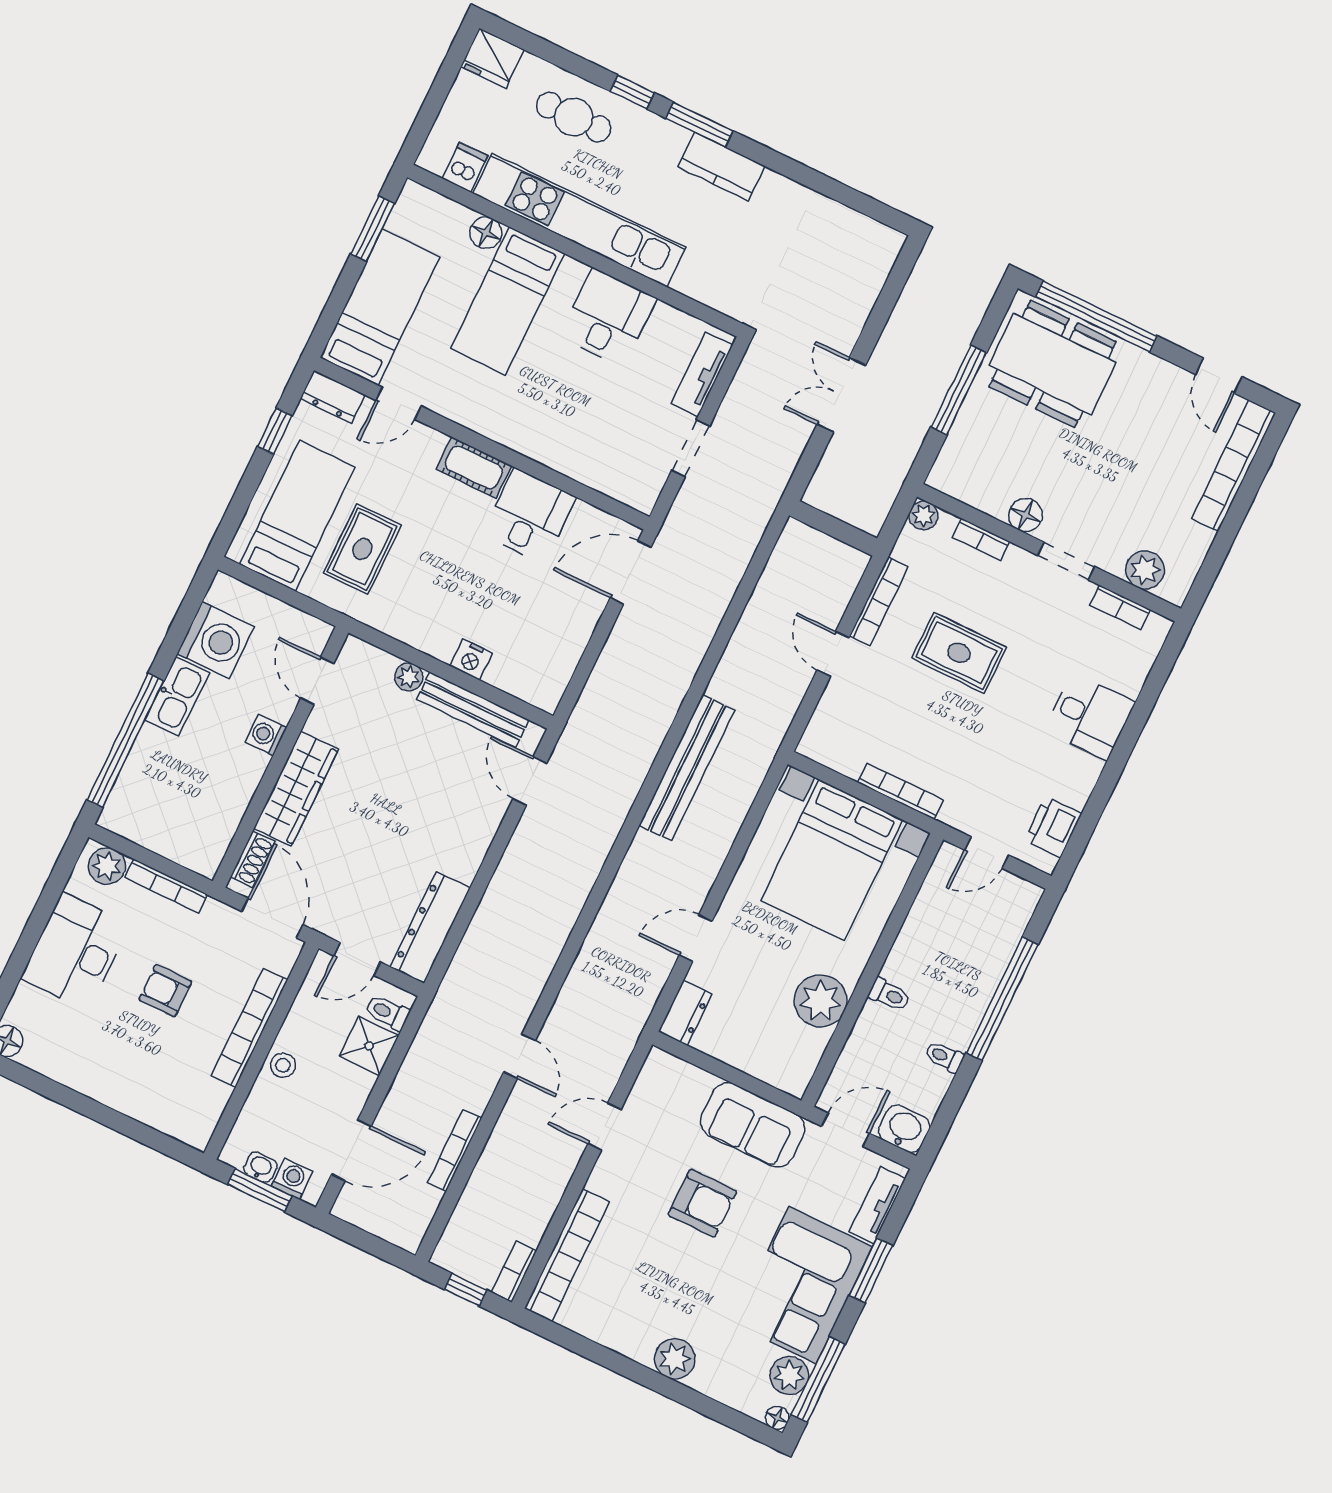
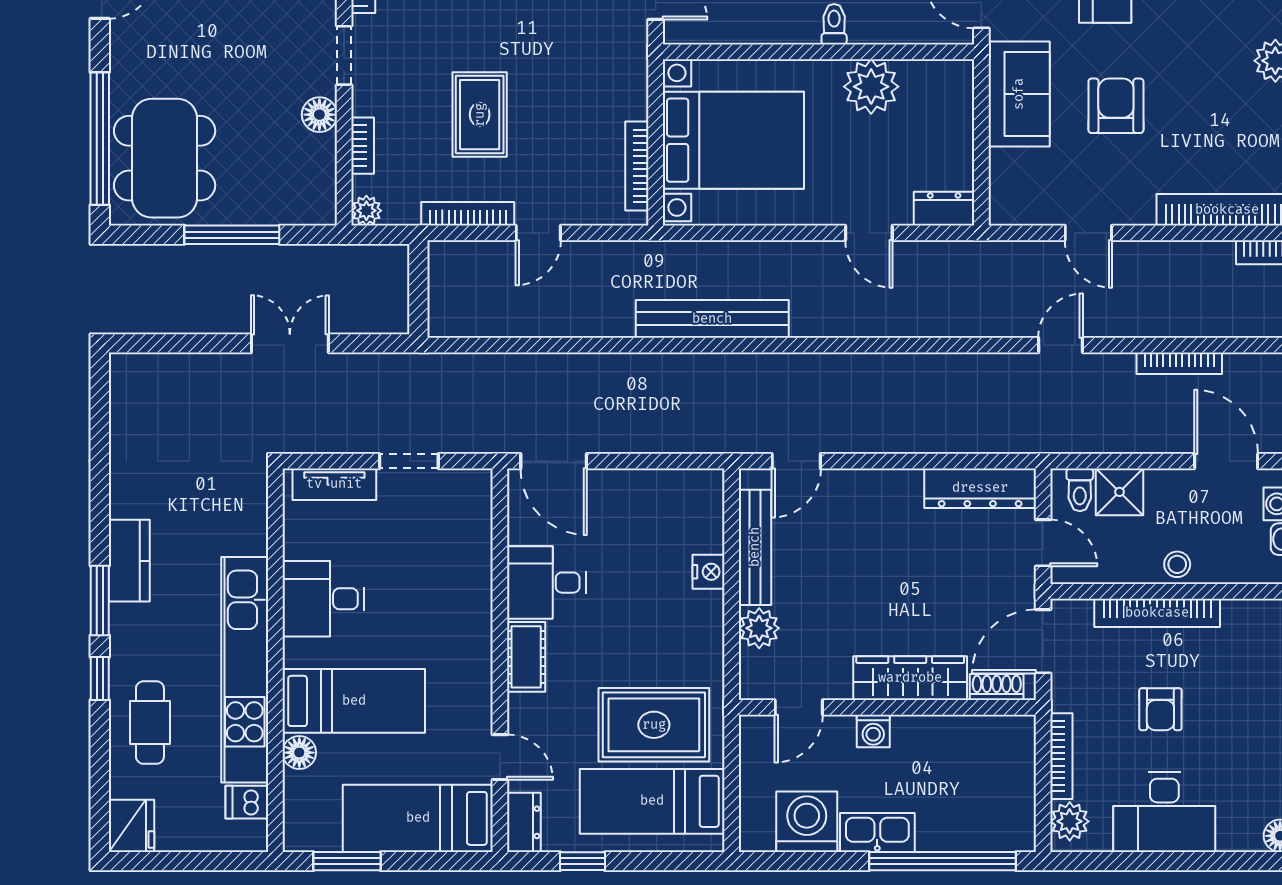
double door: (841, 395) -> (290, 343), swing flipped
rug: (362, 549) -> (654, 725), width x1.36, depth x1.43
plant: (409, 677) -> (759, 628), width x1.38, depth x1.38
bookcase: (901, 791) -> (637, 166), moved

